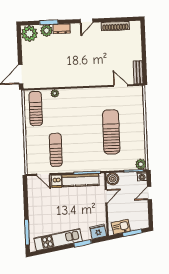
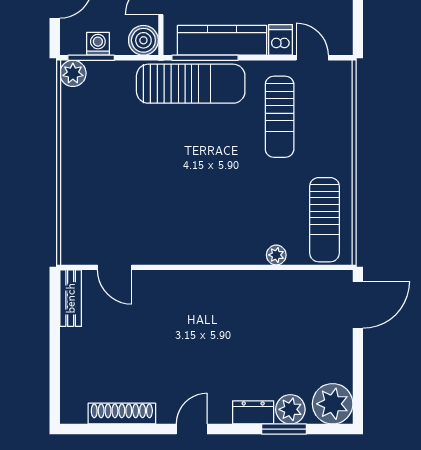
sun lounger: (111, 132) -> (191, 84), moved, turned -90
washing machine: (142, 176) -> (98, 44), moved

